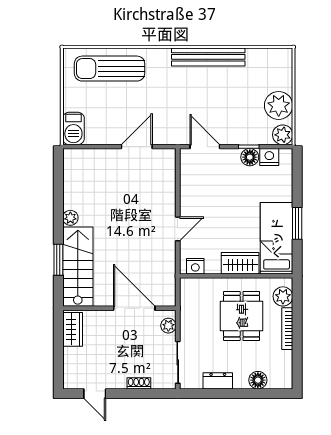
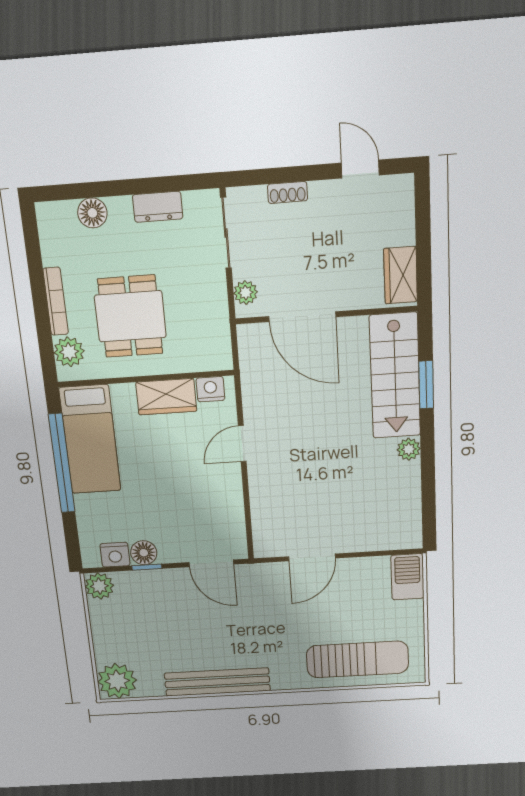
plant: (279, 105) -> (117, 681), moved
window: (297, 223) -> (62, 463), width x2.11
wardrobe: (240, 263) -> (166, 397), moved

